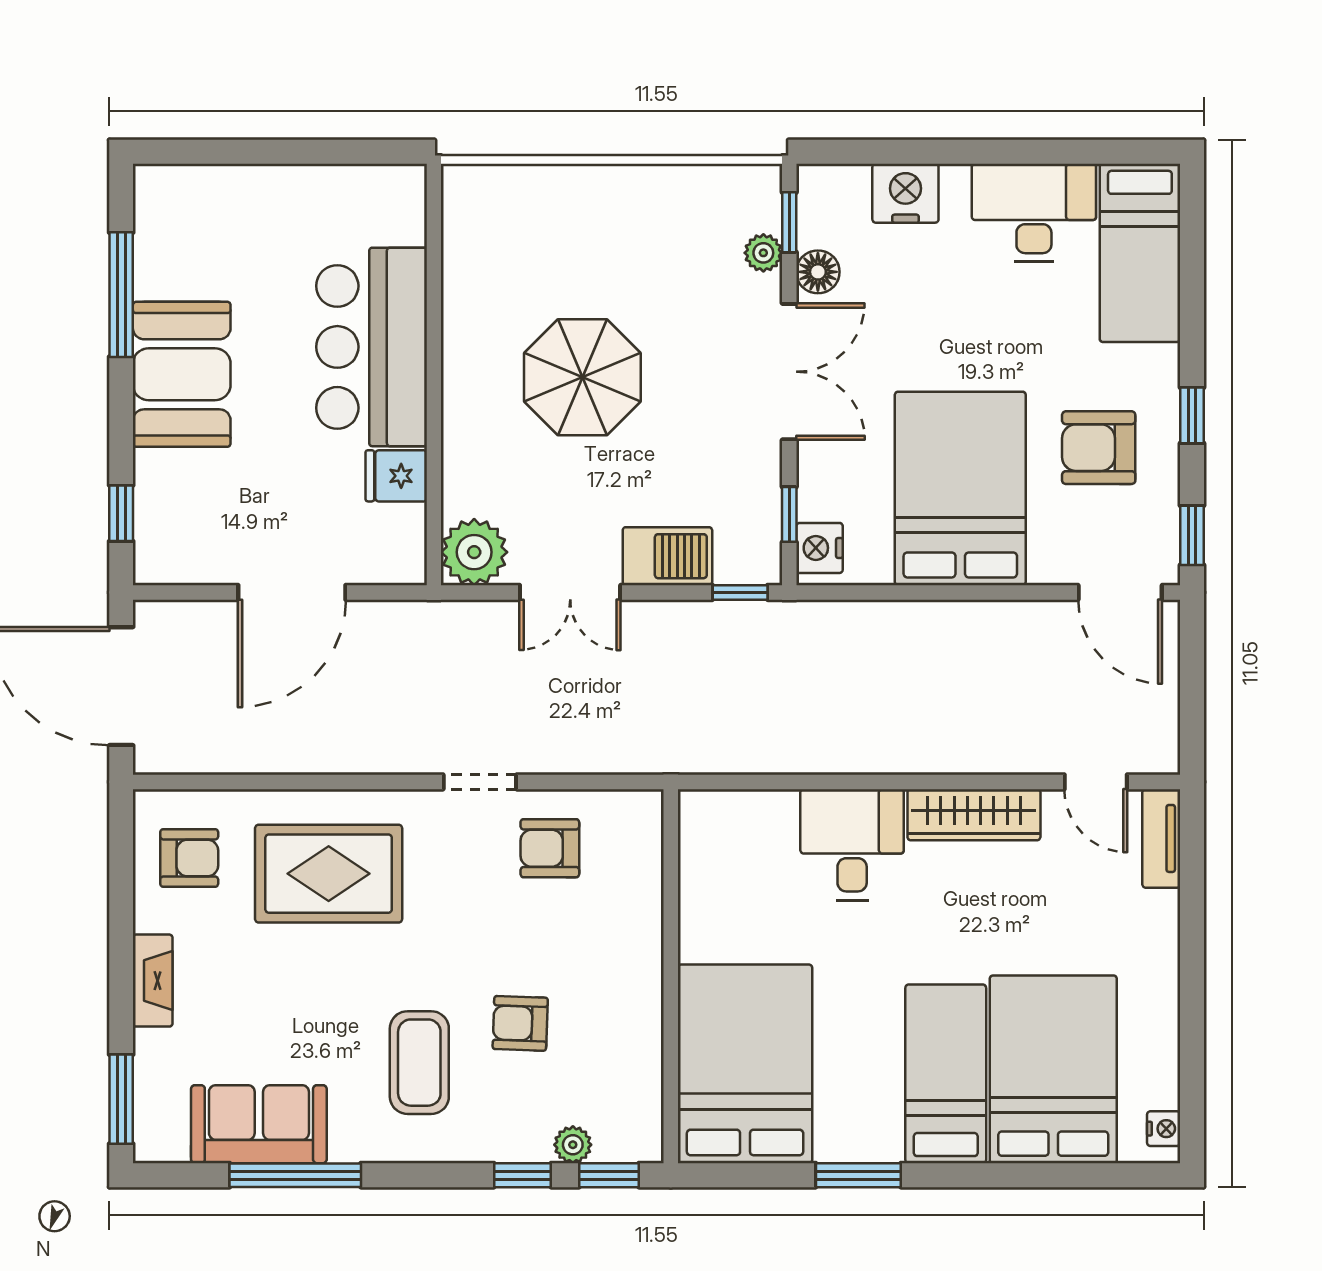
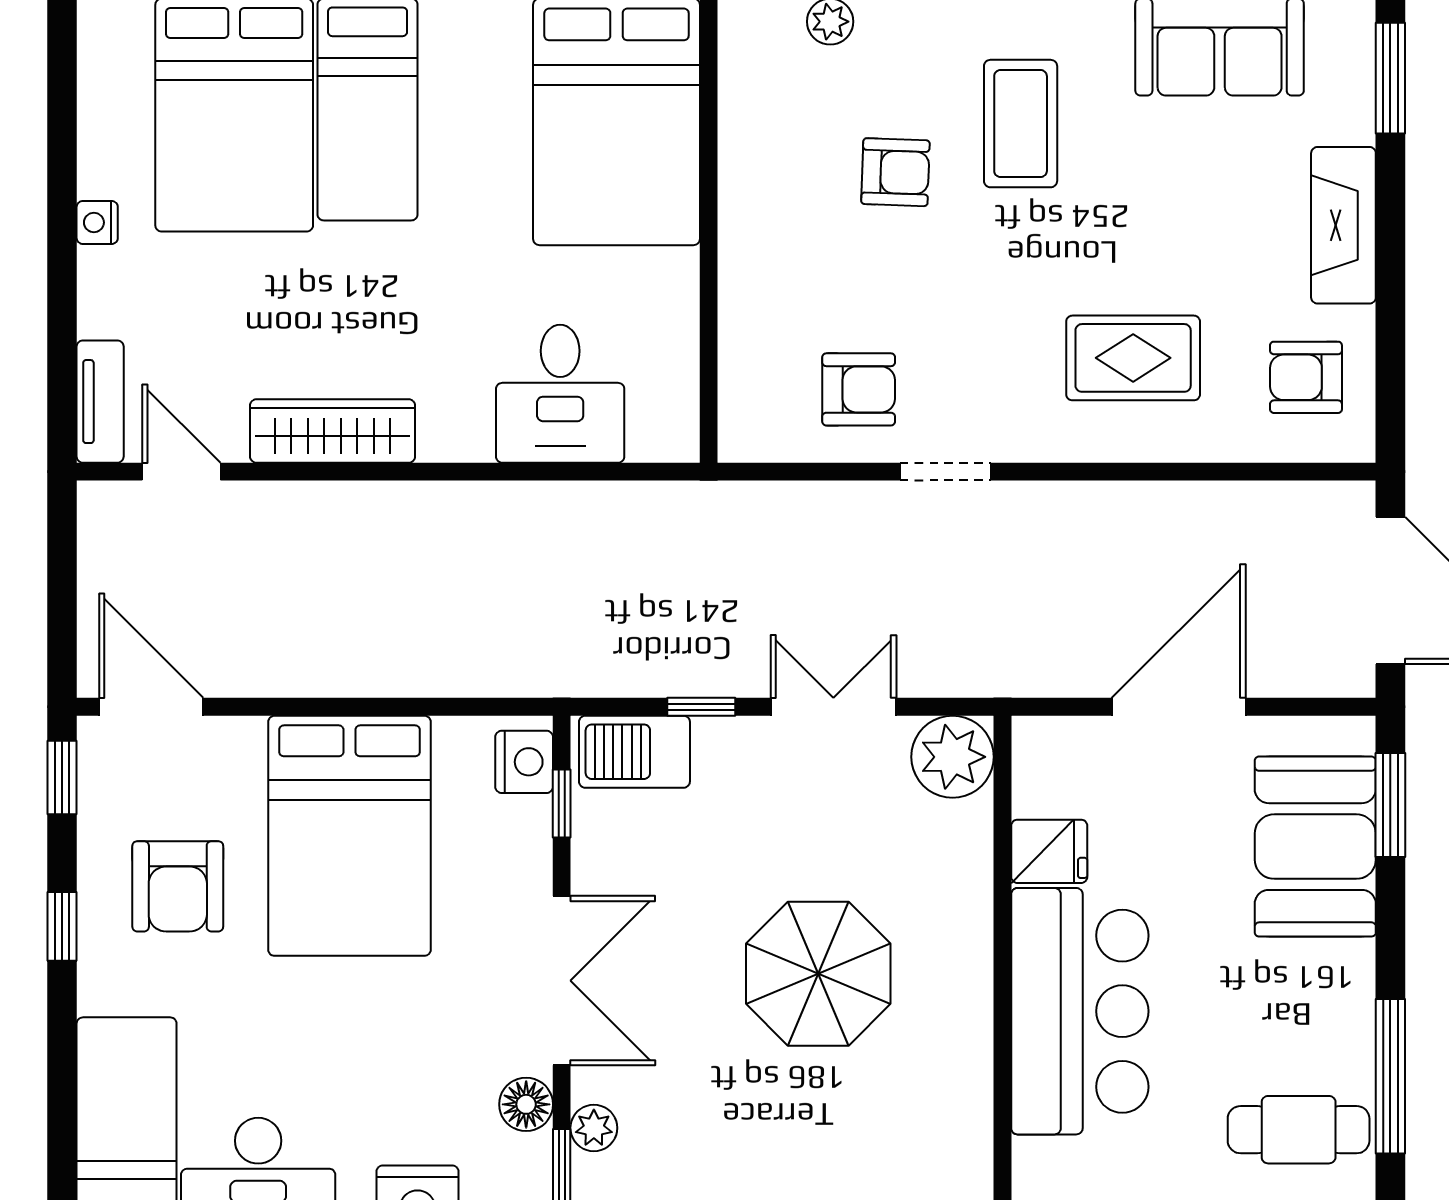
cafe table: (195, 251) -> (1299, 1130), added
double door: (789, 372) -> (562, 981), swing flipped
booth: (182, 374) -> (1315, 847), moved
armchair: (1099, 448) -> (178, 886), turned 90
window: (121, 513) -> (1390, 805), width x1.50
barbecue: (667, 556) -> (634, 752), moved
window: (740, 592) -> (701, 707), moved
desk: (852, 845) -> (560, 394), moved
rug: (329, 874) -> (1133, 358), width x0.73, depth x0.70
fireplace: (153, 981) -> (1343, 225), width x1.37, depth x1.32
nightstand: (1164, 1129) -> (97, 222), moved

